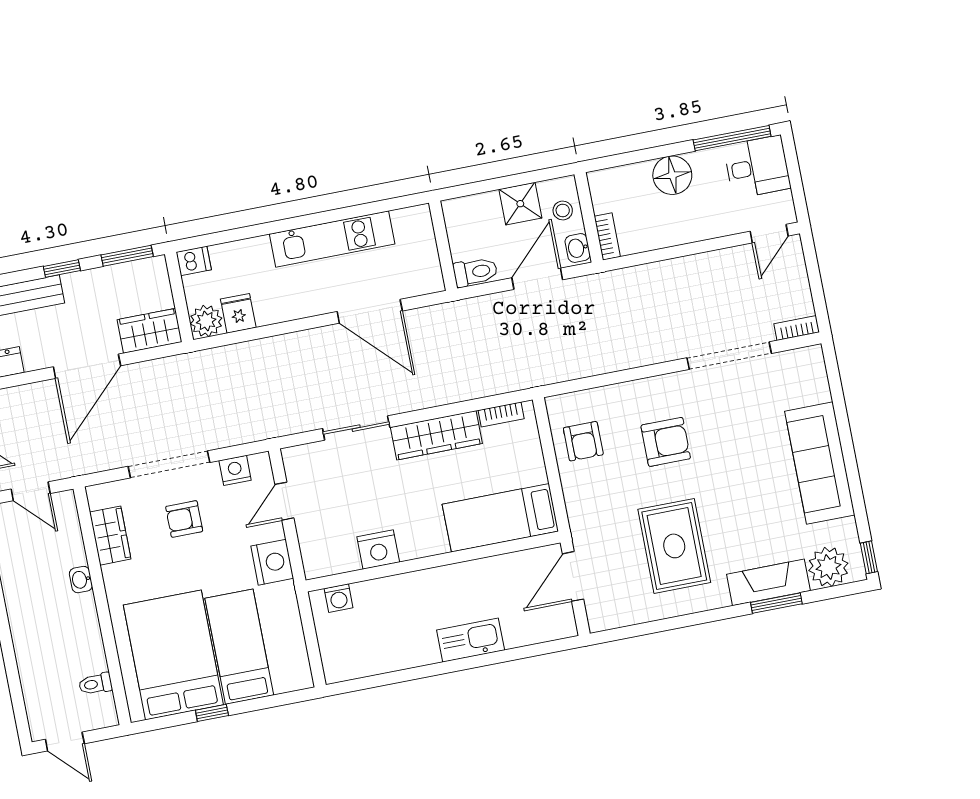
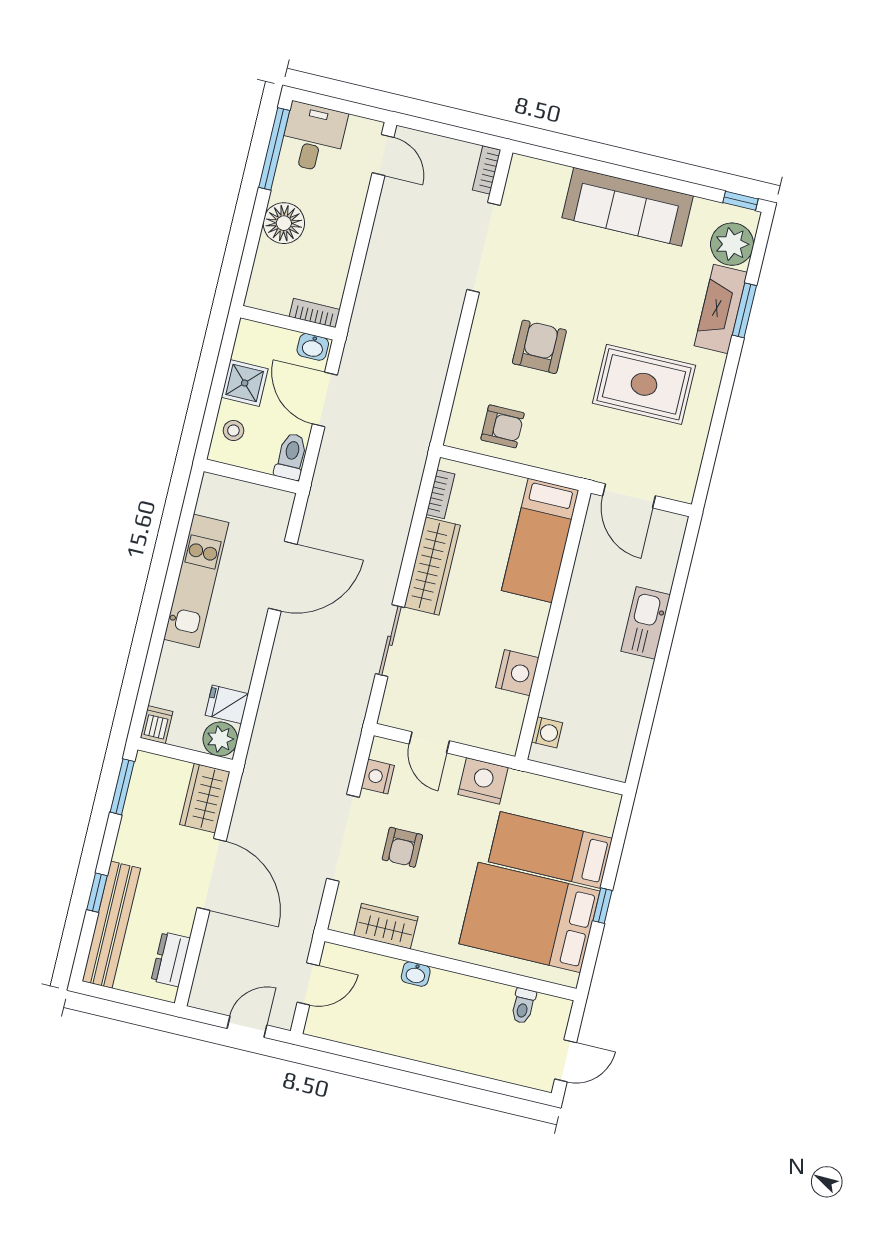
stool: (563, 210) -> (233, 431), moved
window: (62, 268) -> (97, 893), moved

